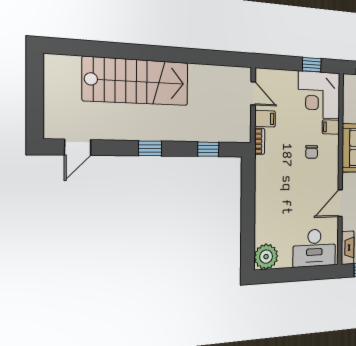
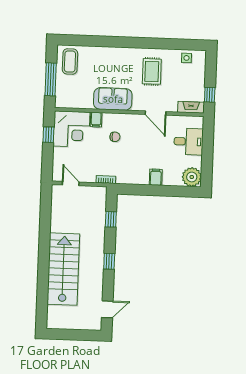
door: (253, 93) -> (71, 184), hinge flipped
filing cabinet: (265, 119) -> (156, 177), moved
door: (78, 147) -> (107, 309), hinge flipped
desk: (314, 248) -> (189, 142), width x0.73

